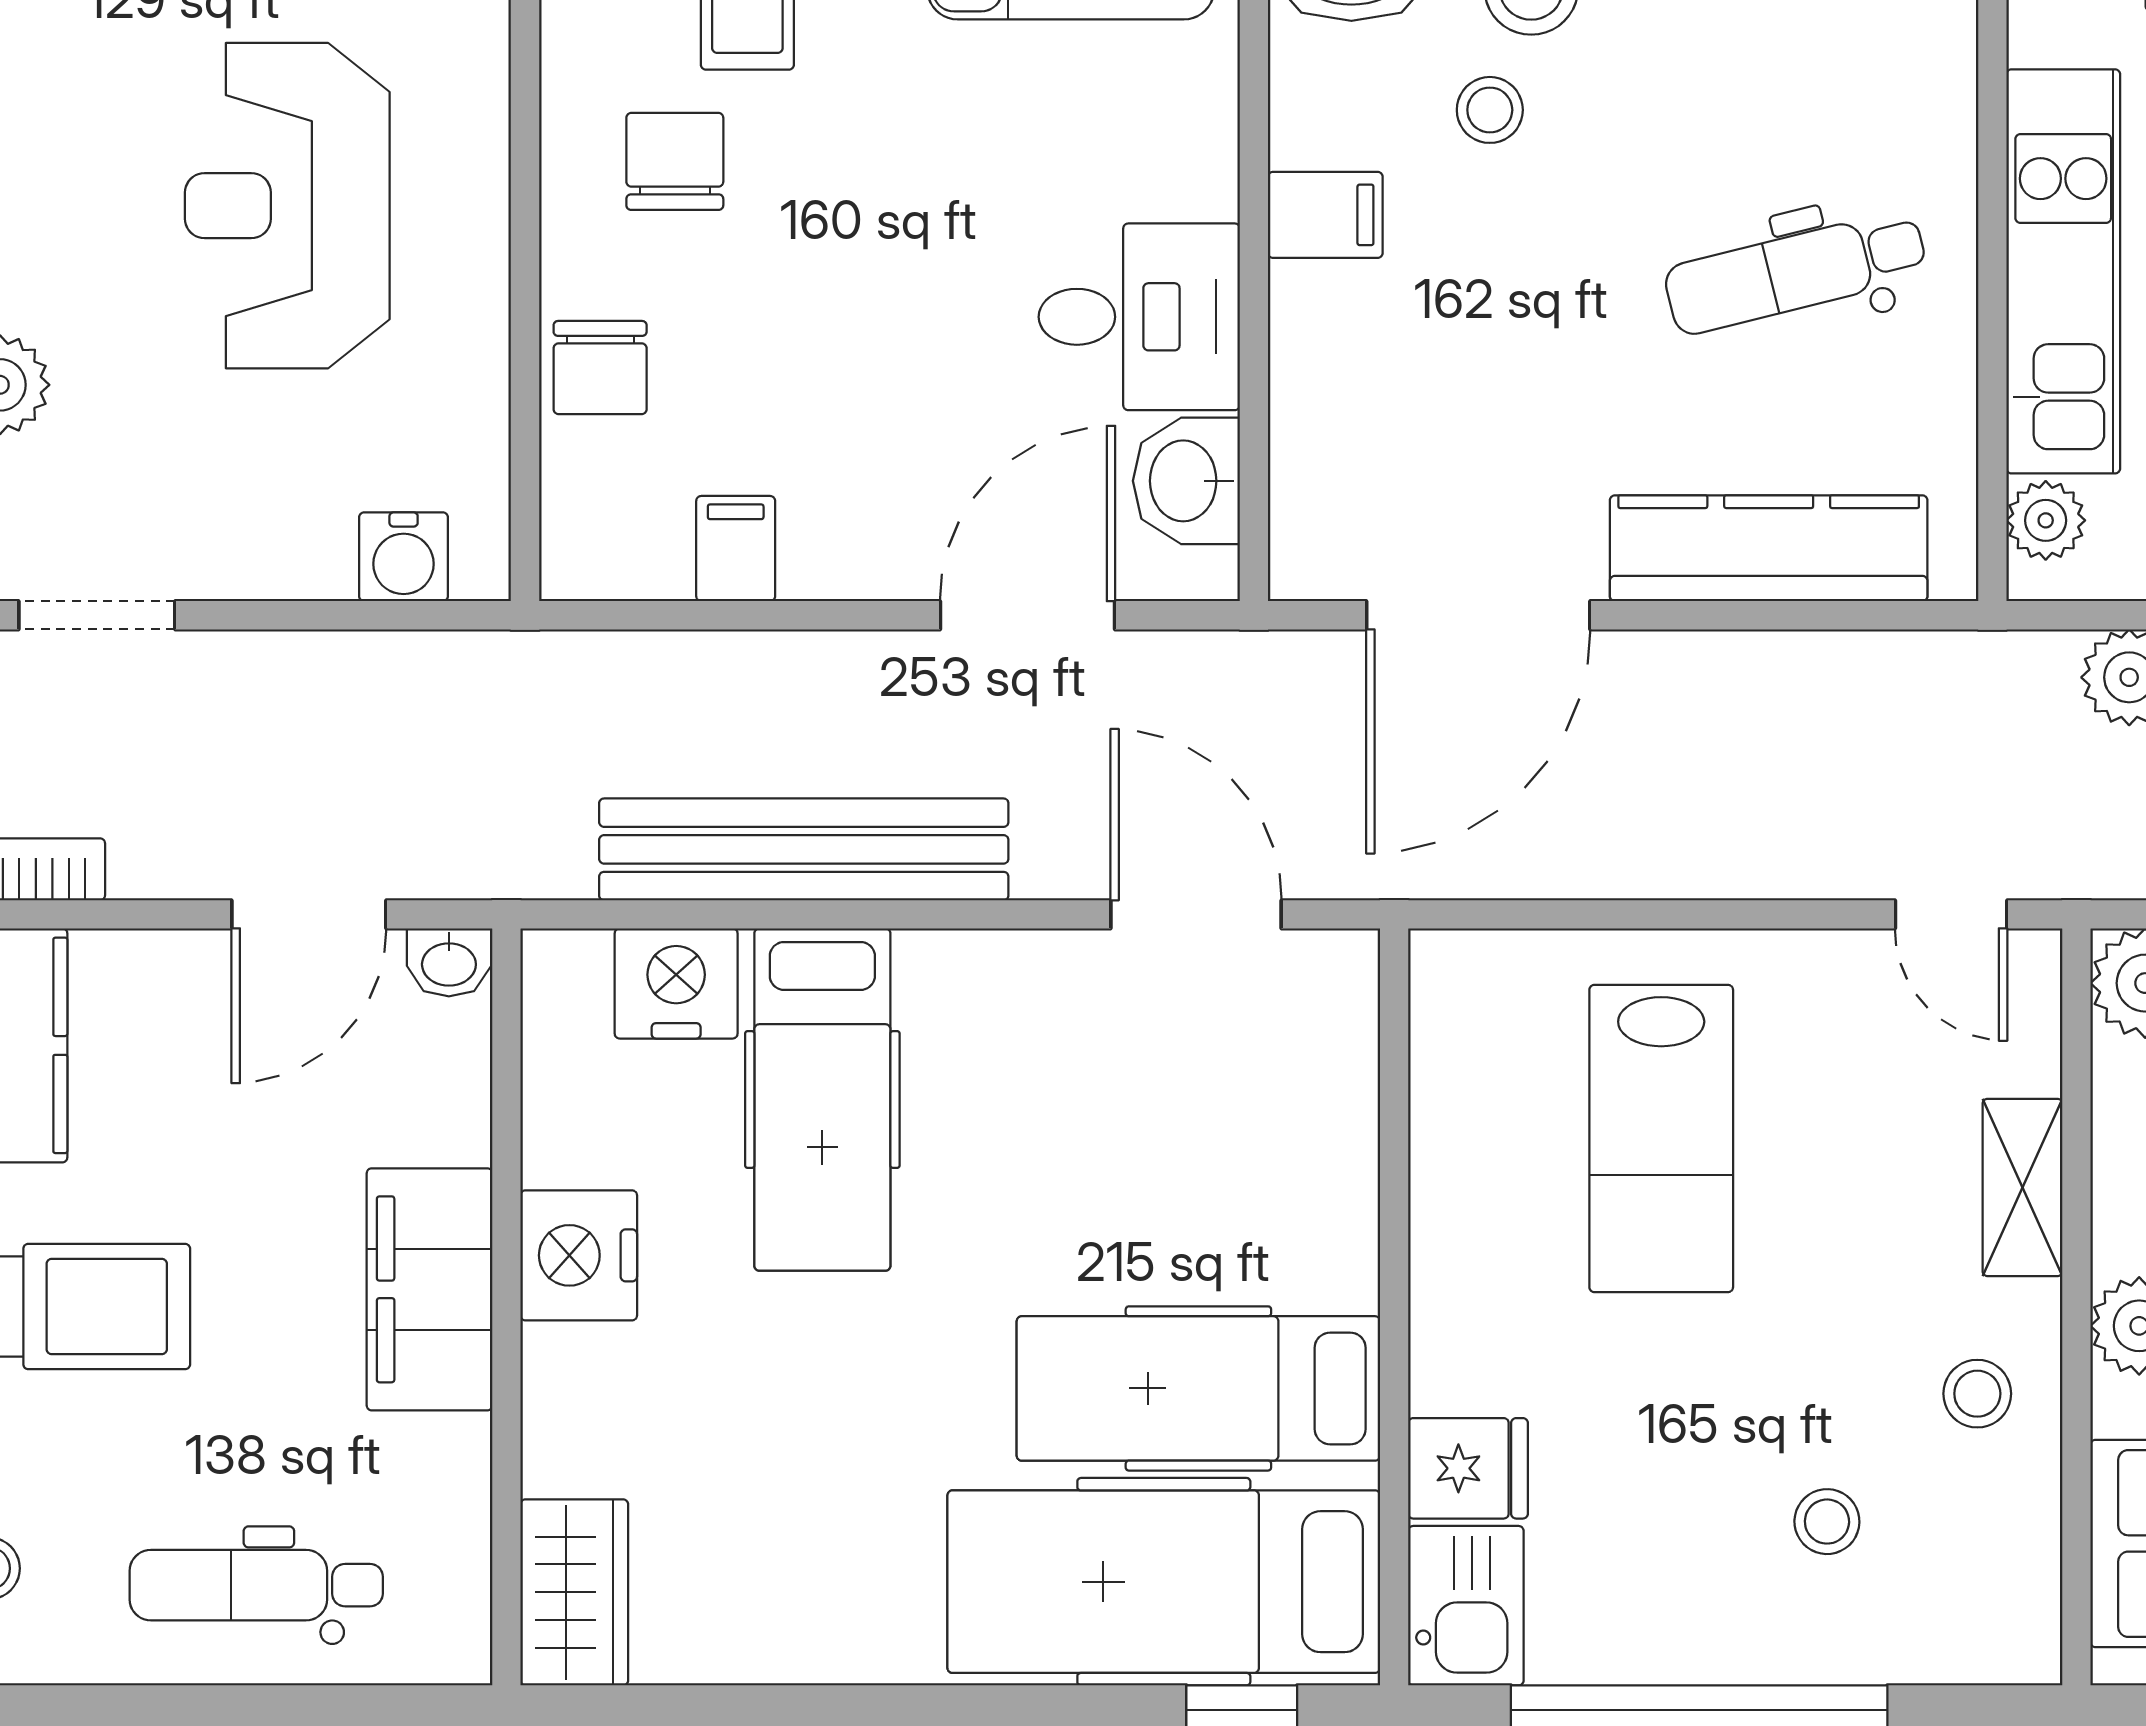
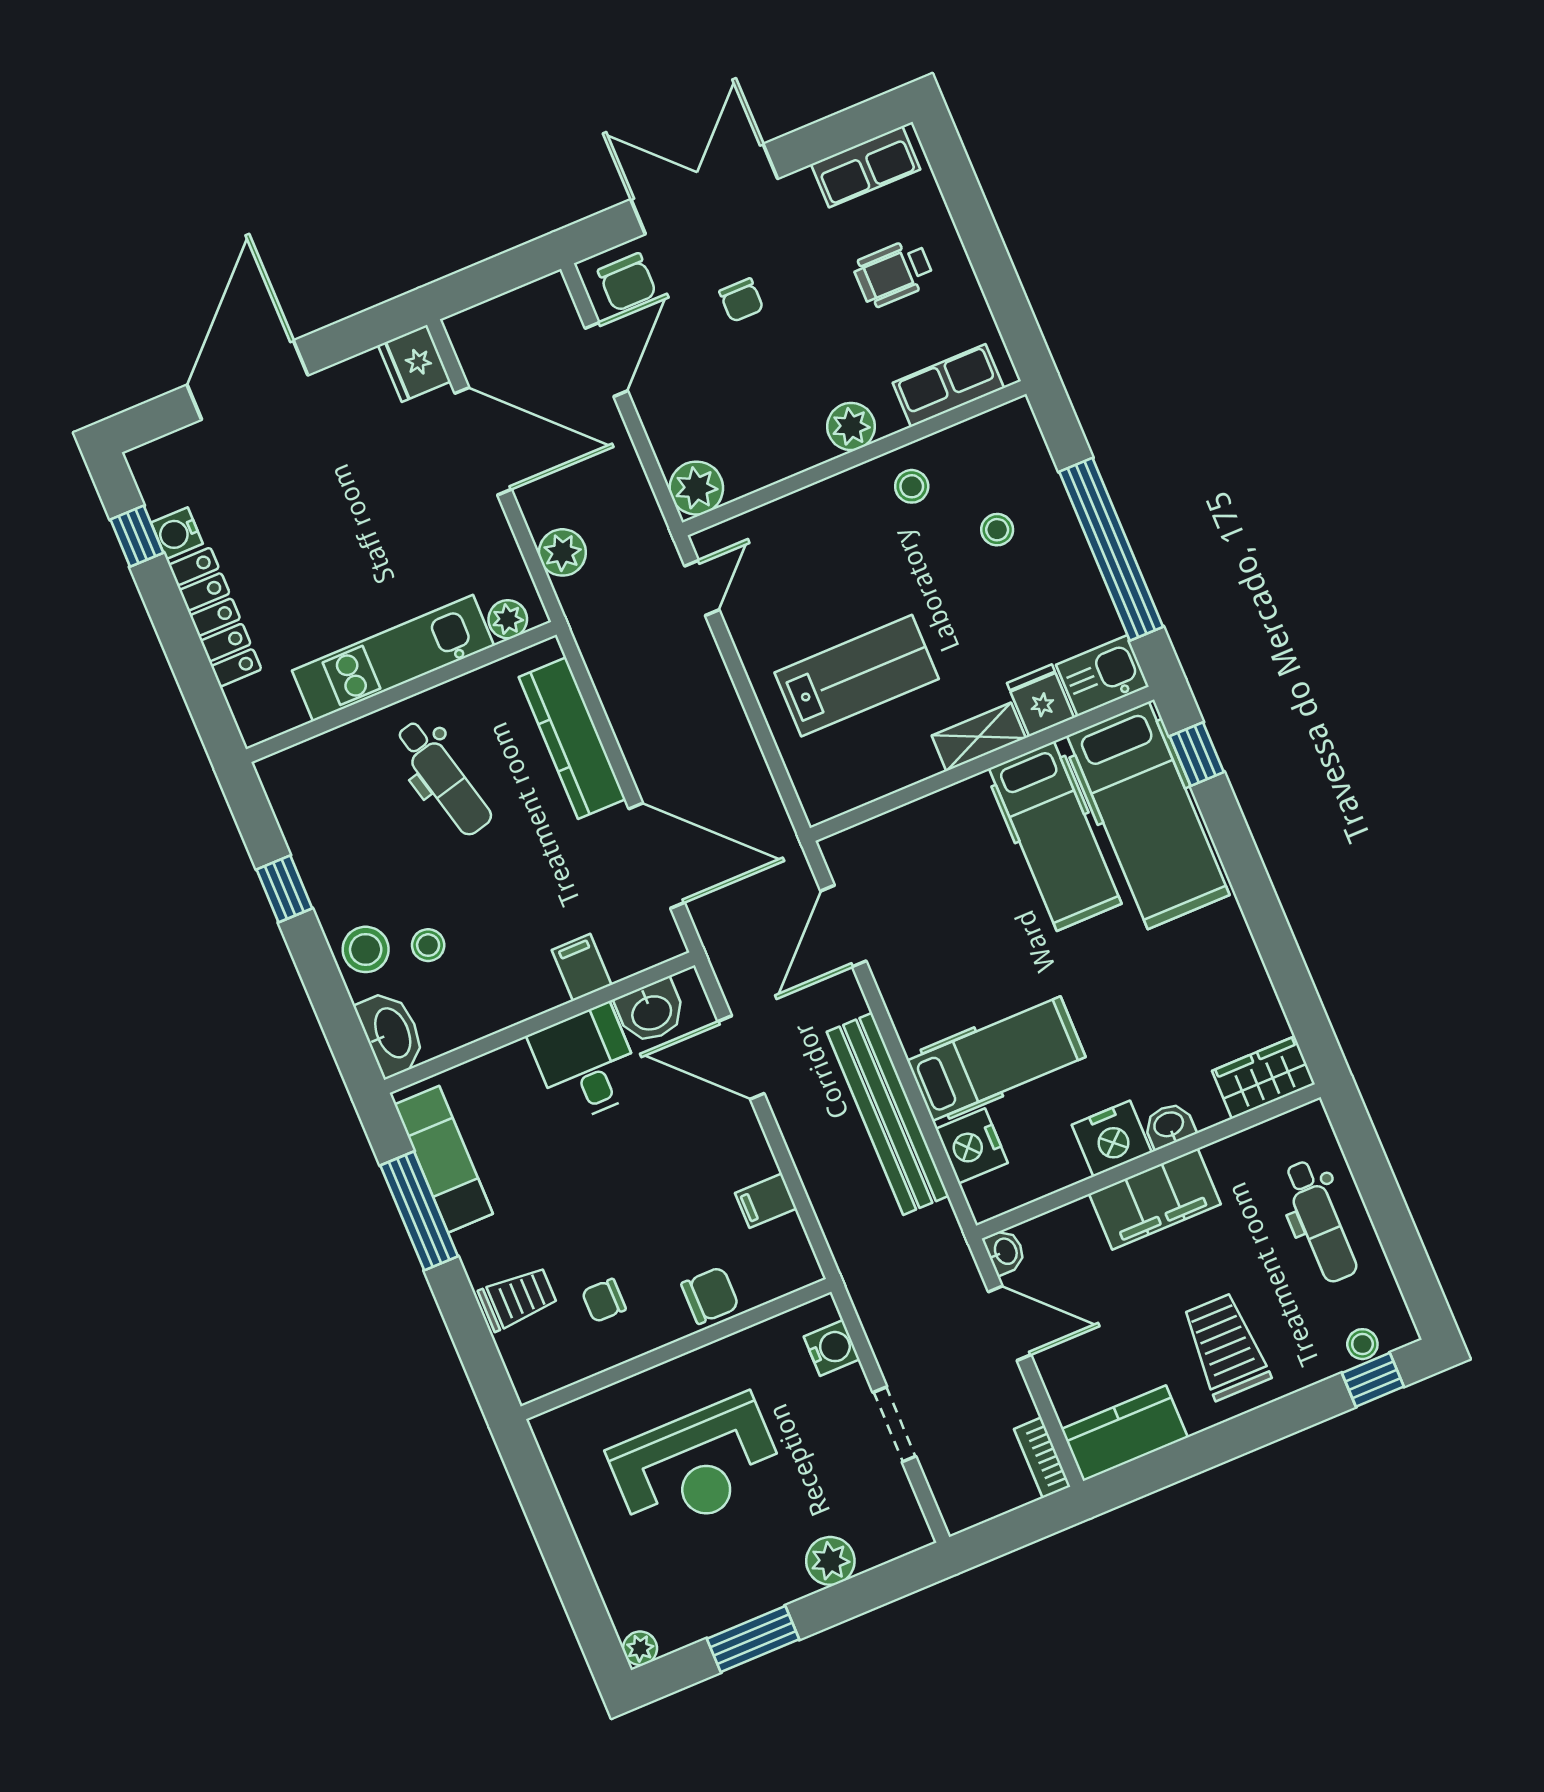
chair: (675, 161) -> (604, 1300), width x0.73, depth x0.73
filing cabinet: (1325, 215) -> (582, 967), moved
doorway: (97, 615) -> (894, 1424), moved
shelving: (2022, 1187) -> (979, 737), moved
washbasin: (558, 1375) -> (1169, 1125), added

